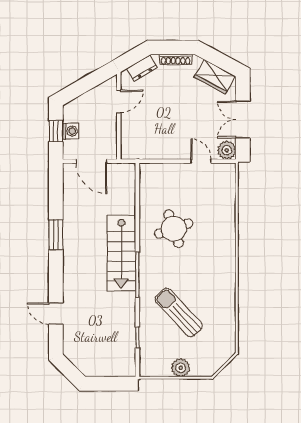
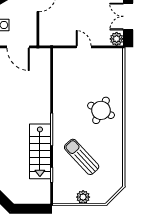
door: (201, 161) -> (84, 47), moved
round table: (174, 229) -> (101, 110), moved, turned 45
stairs: (121, 253) -> (40, 151), moved

